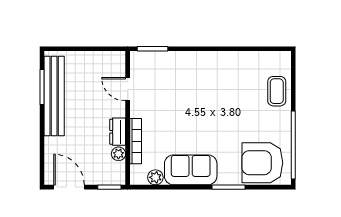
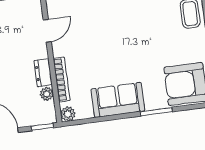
door: (128, 89) -> (47, 31), swing flipped
plant: (155, 177) -> (68, 114), moved

